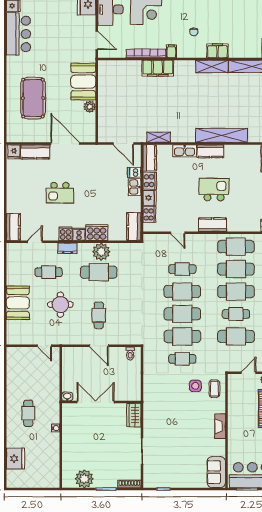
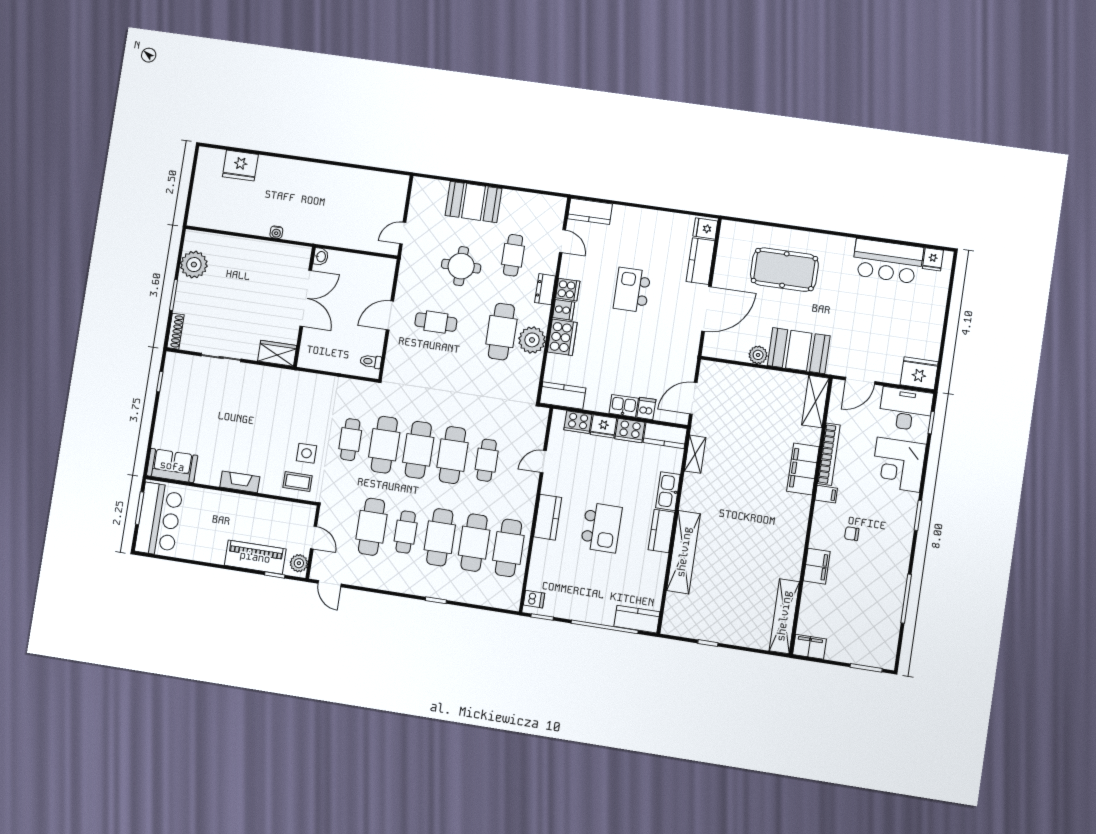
shelving: (212, 67) -> (815, 402), moved
cafe table: (28, 413) -> (305, 194), removed

